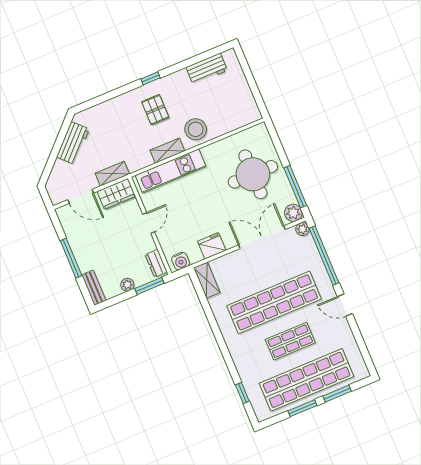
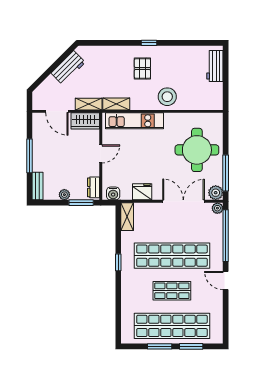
workbench: (207, 69) -> (215, 66), moved, turned 90
shelving: (167, 151) -> (116, 104), moved
window: (242, 393) -> (118, 262), moved

